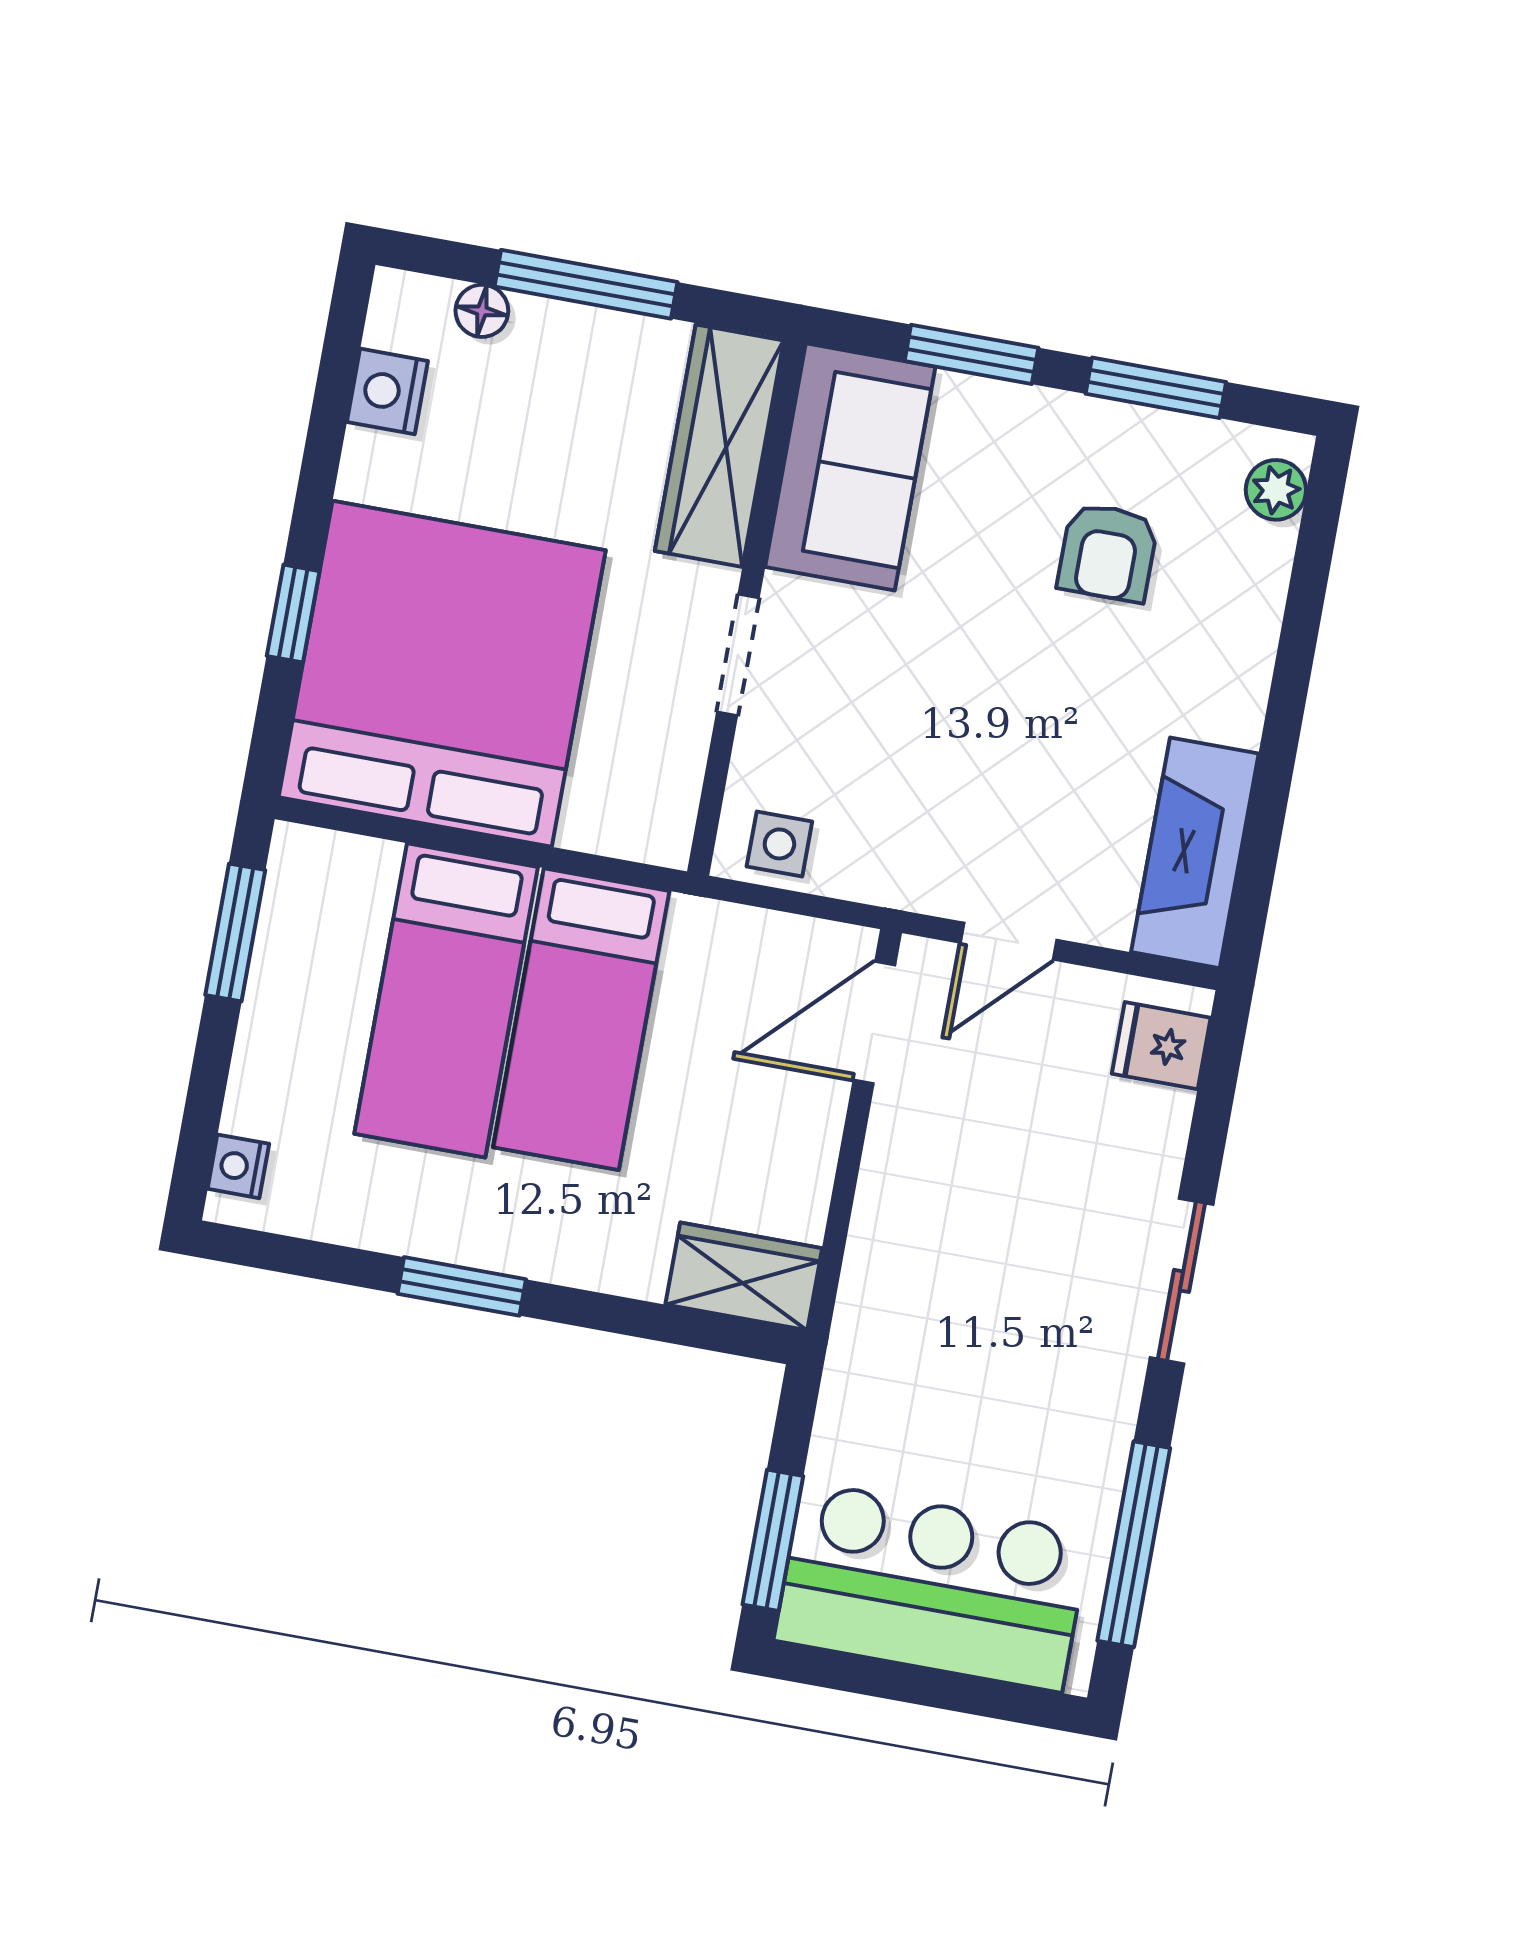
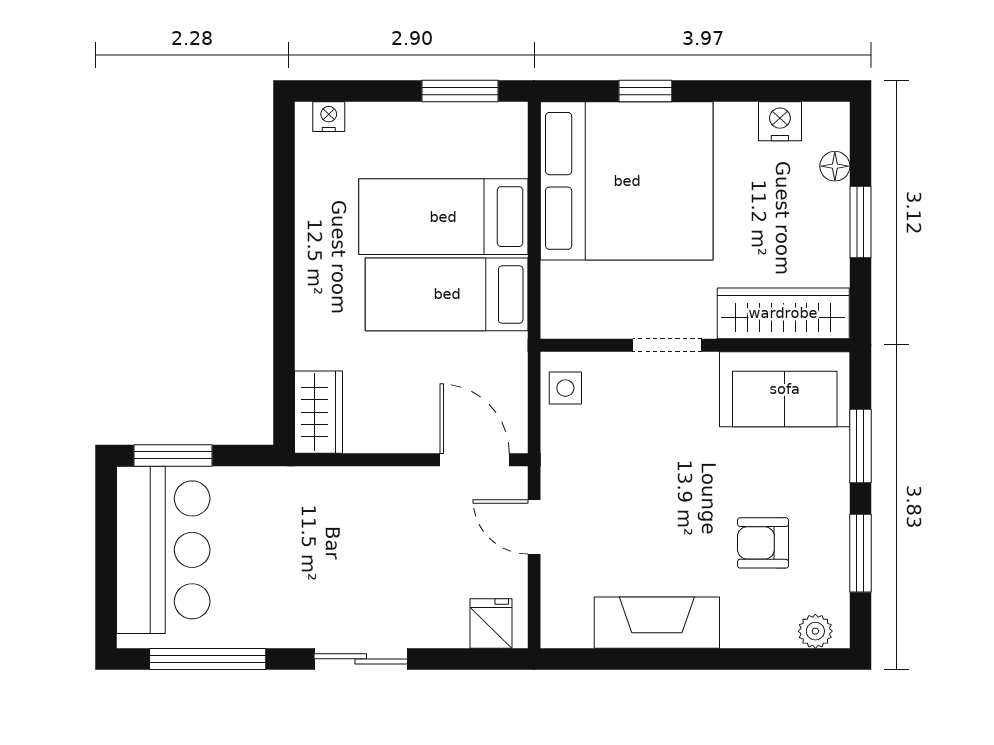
window: (586, 284) -> (860, 222), width x0.69
fireplace: (1195, 853) -> (657, 623), moved
window: (462, 1286) -> (284, 255), removed

